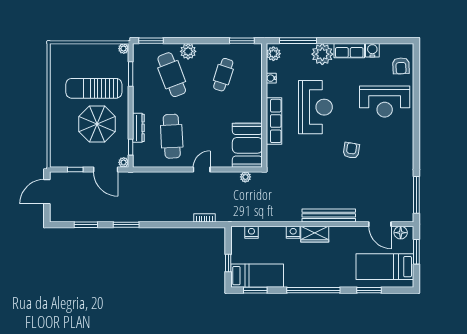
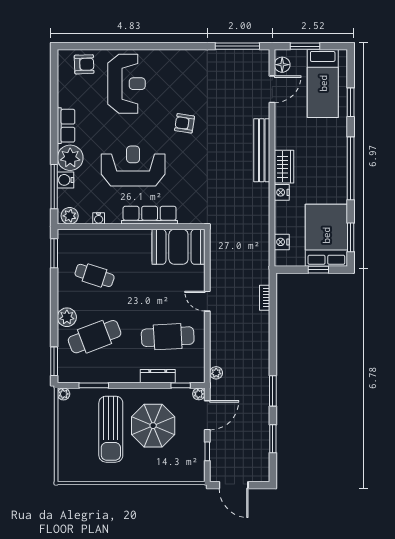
water cooler: (372, 50) -> (66, 180), moved
plant: (245, 177) -> (216, 373), moved
bed: (257, 276) -> (326, 235), width x1.50

